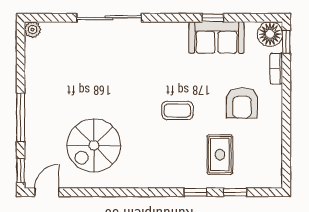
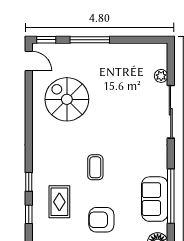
window: (213, 18) -> (171, 196), width x3.17
plant: (33, 30) -> (161, 76), moved
rug: (220, 155) -> (59, 202), turned 90

